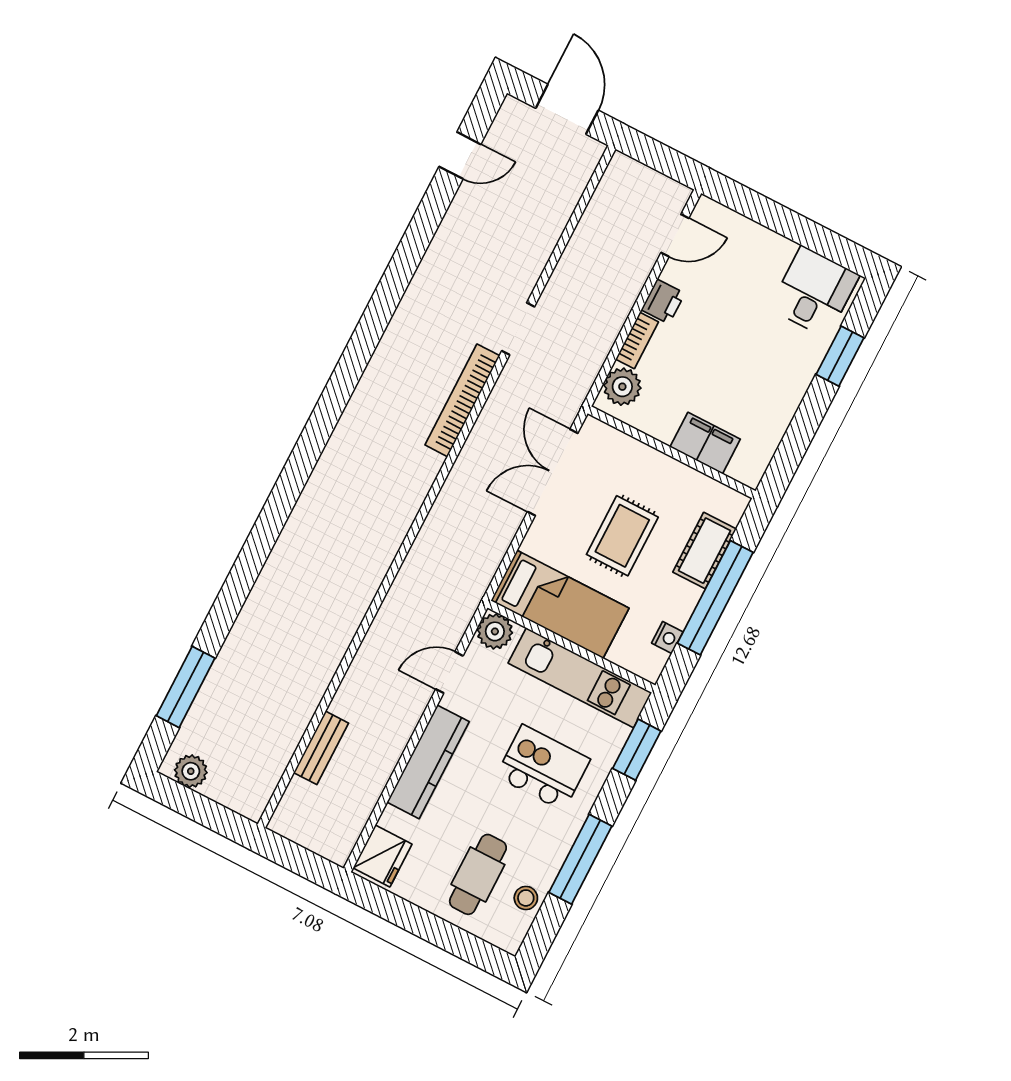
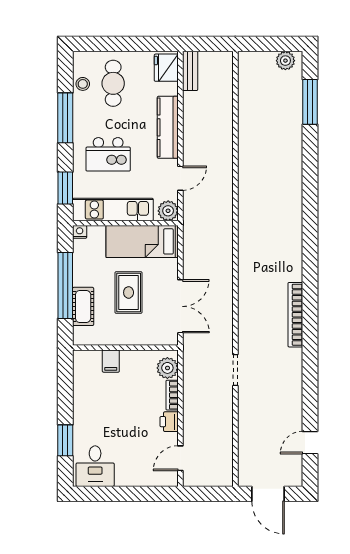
bookcase: (462, 400) -> (295, 315), moved, turned 180
filing cabinet: (705, 443) -> (111, 361), width x0.50
nightstand: (667, 637) -> (80, 232), moved, turned 90
bench: (321, 748) -> (190, 71), moved

